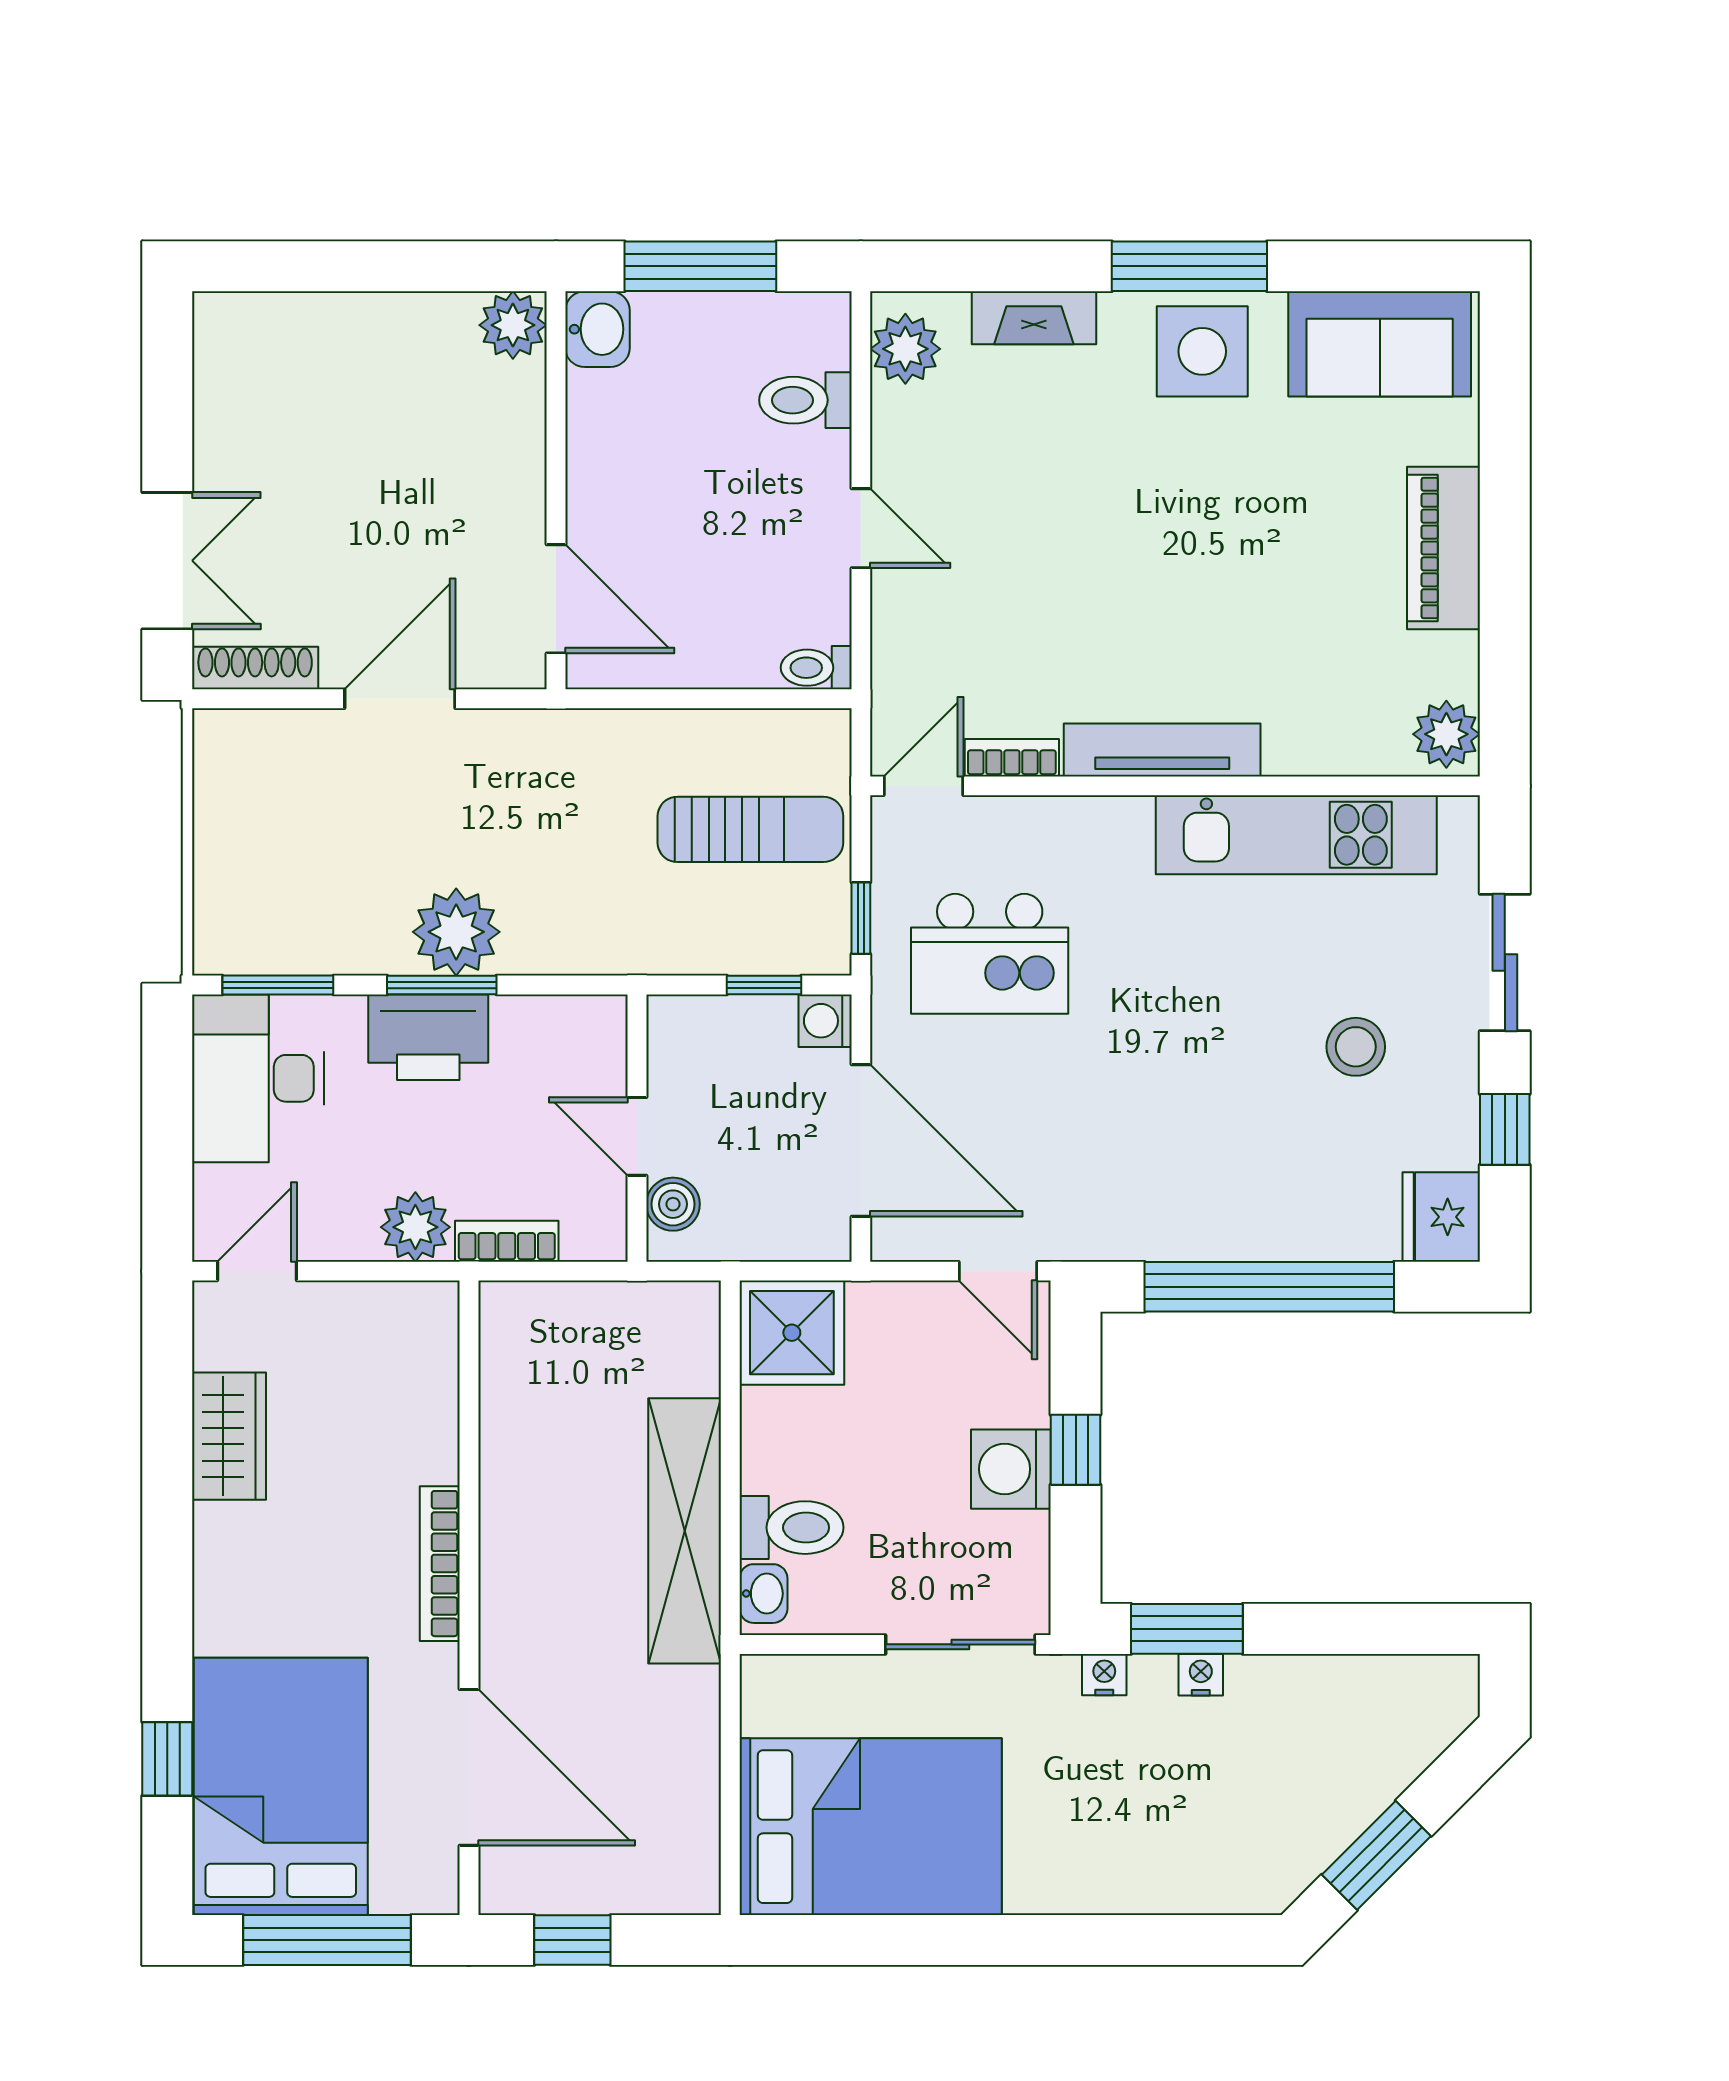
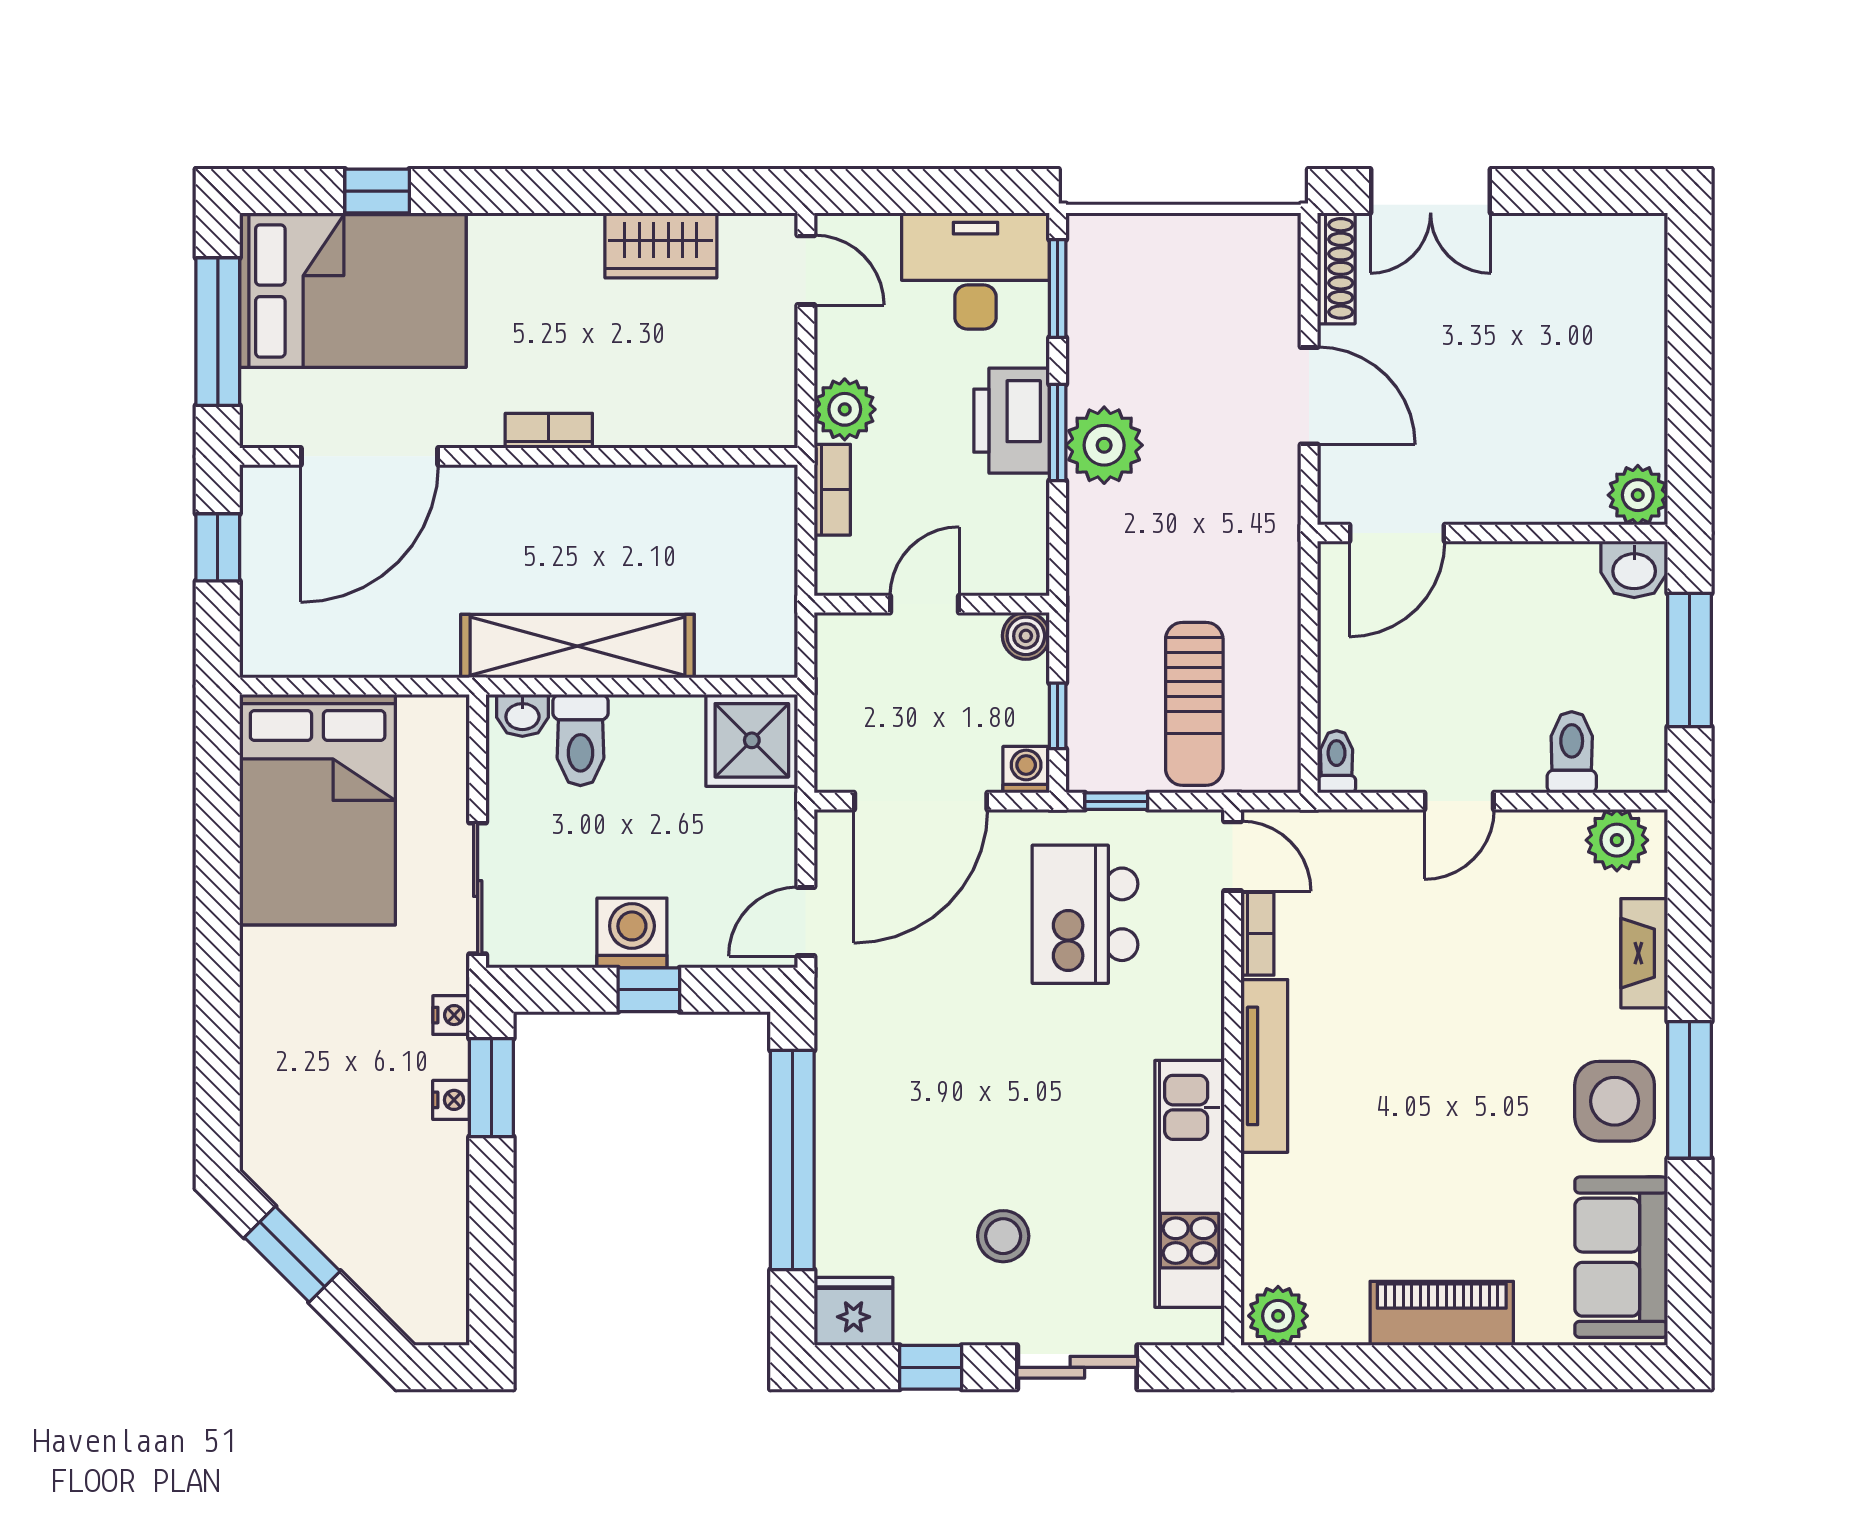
boiler: (673, 1204) -> (1026, 636), moved
bookcase: (440, 1564) -> (549, 431), width x0.64

